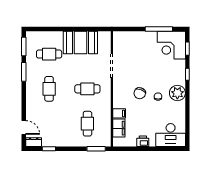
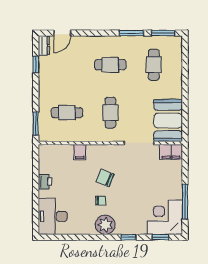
booth: (80, 43) -> (168, 121), moved
filing cabinet: (119, 128) -> (171, 152), moved

